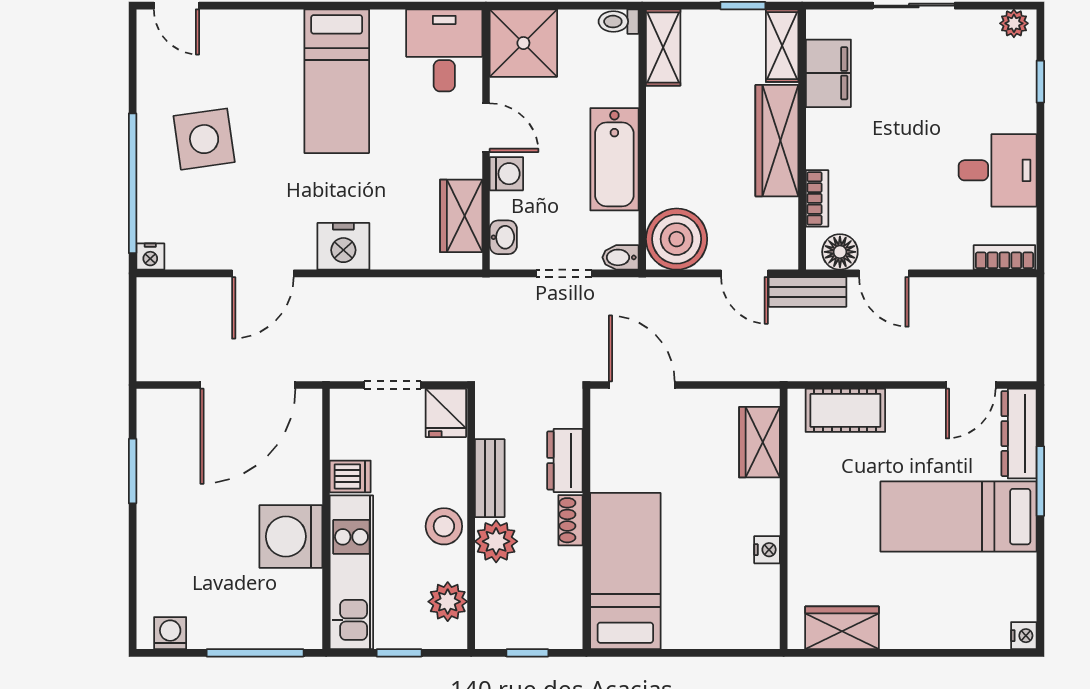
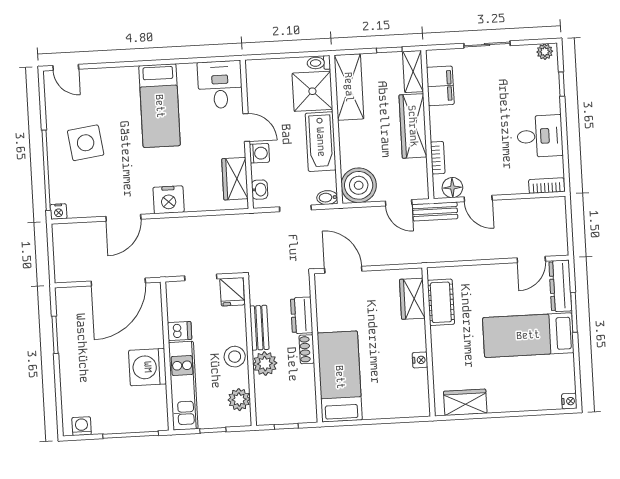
shower: (523, 43) -> (312, 91), moved
shelving: (663, 47) -> (349, 87), width x1.50, depth x1.33
cot: (845, 410) -> (441, 302), moved, turned 90

